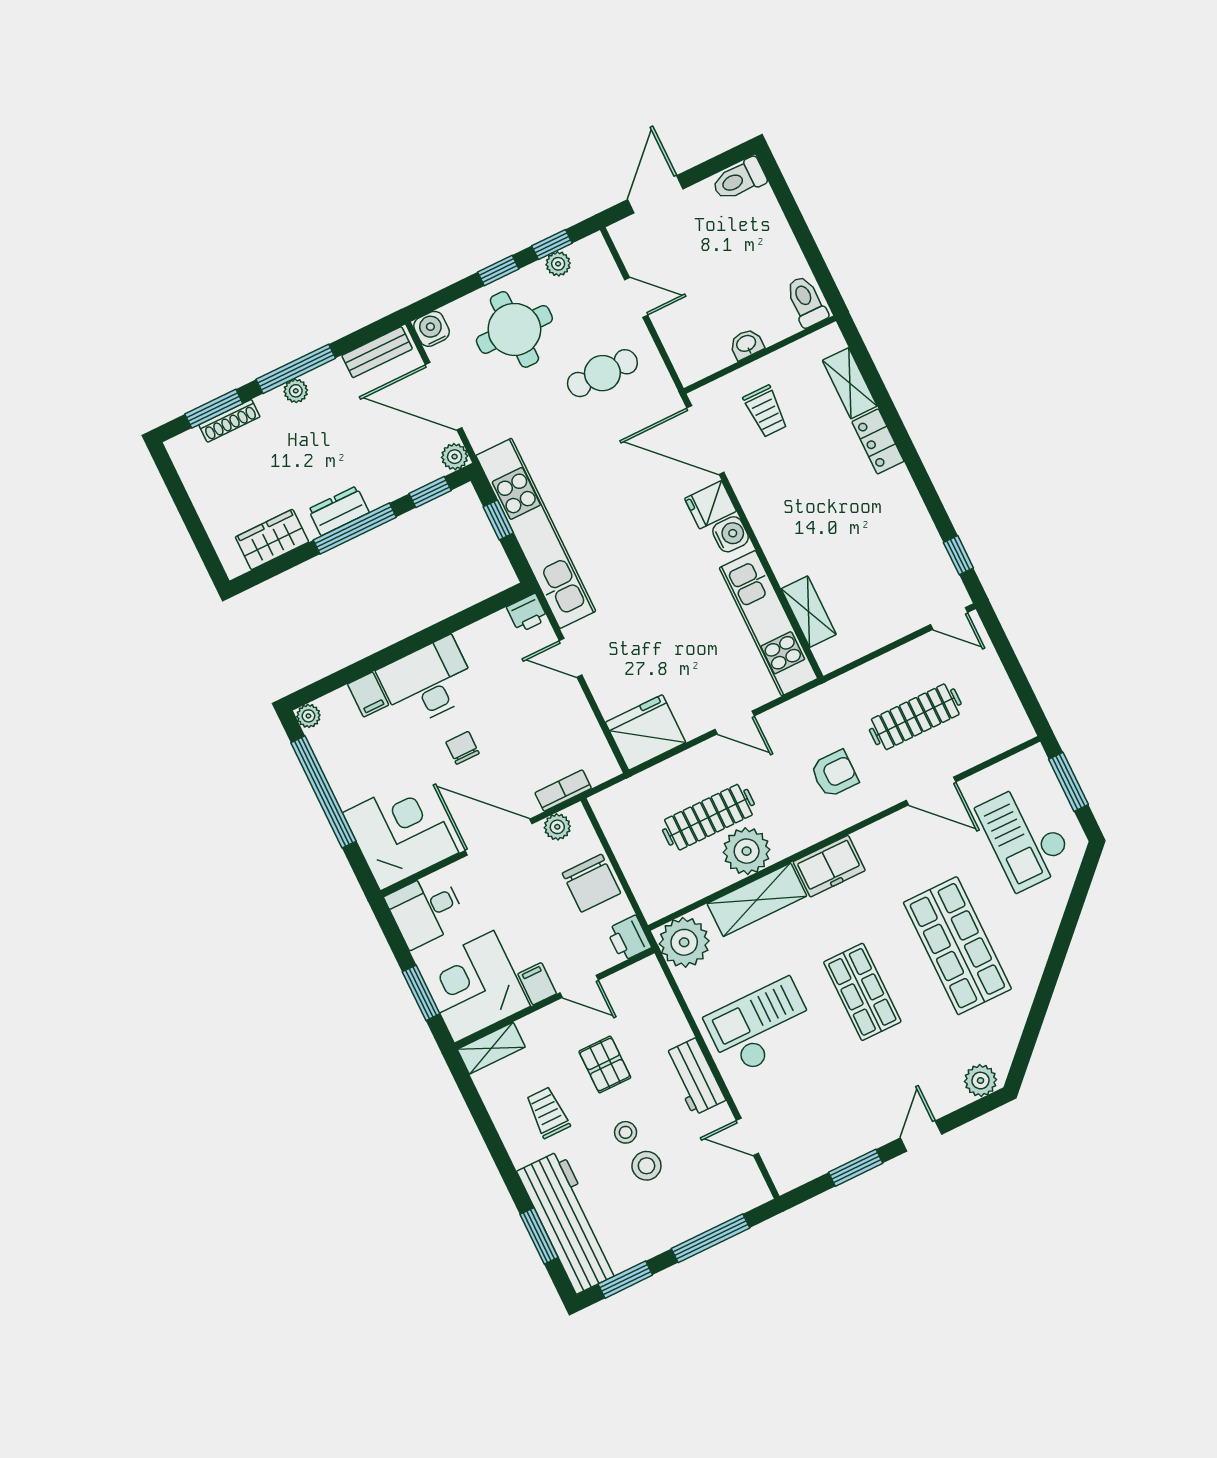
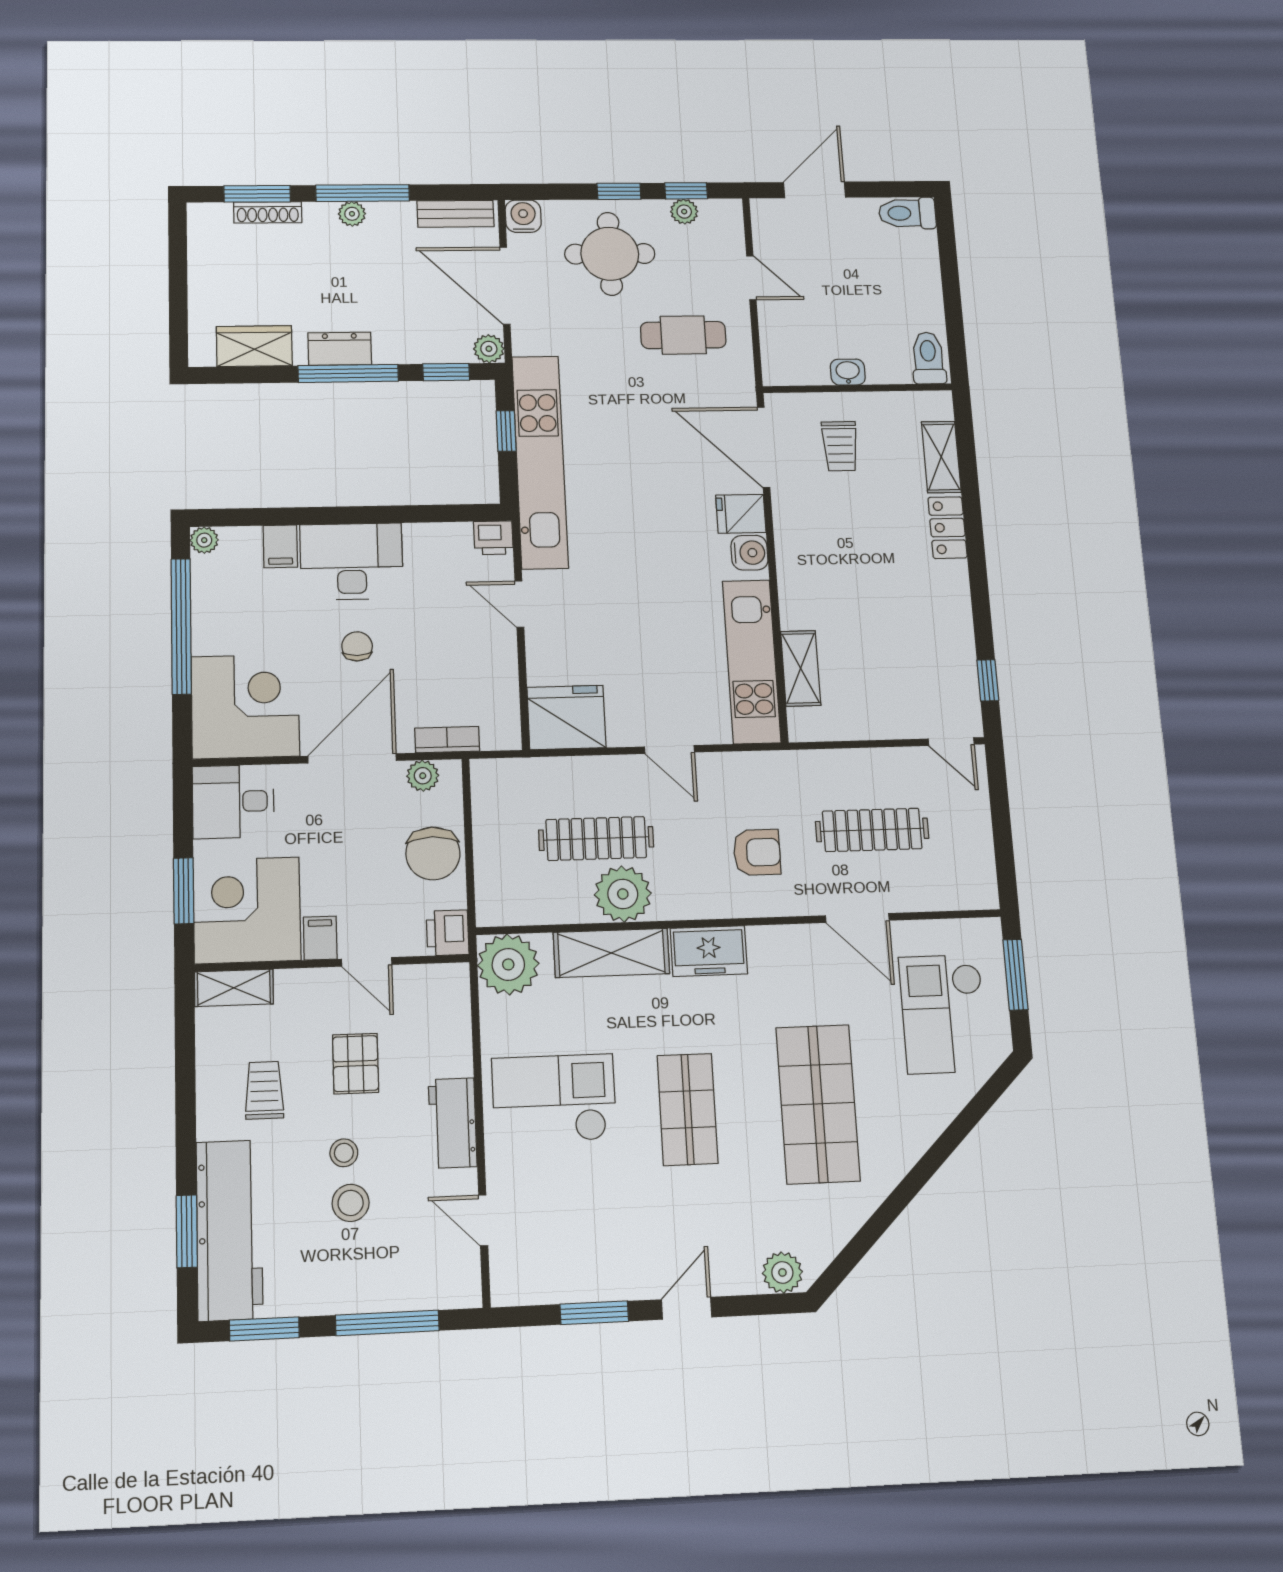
door: (499, 837) -> (352, 758), hinge flipped

